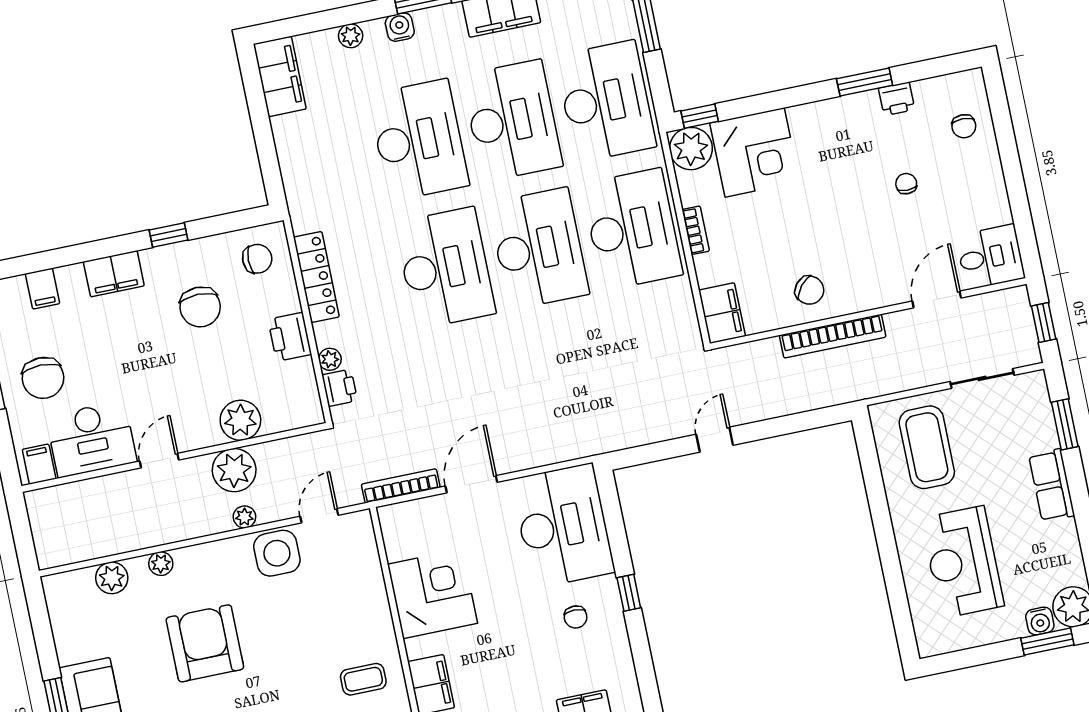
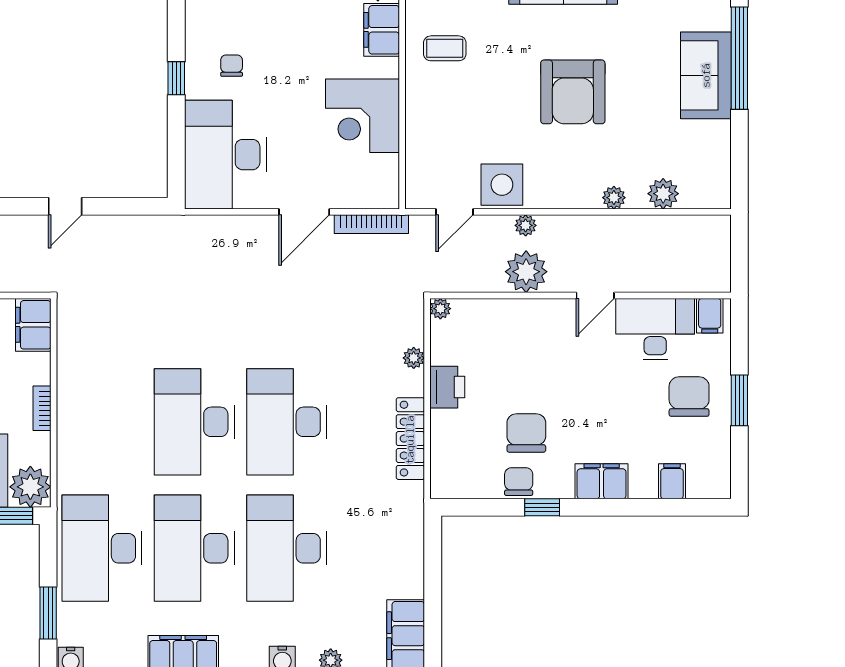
desk: (632, 229) -> (102, 422), removed
chair: (257, 259) -> (519, 482), moved, turned 90
printer: (340, 388) -> (410, 329), removed
plant: (240, 420) -> (440, 309), moved, width x0.53, depth x0.53
armchair: (205, 643) -> (573, 92), moved

